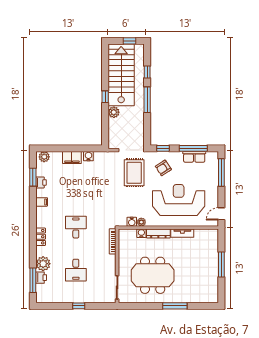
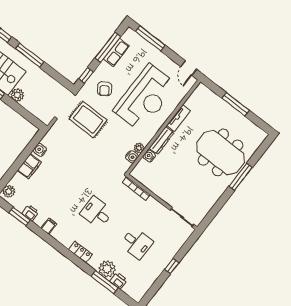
reception desk: (179, 200) -> (145, 98), turned 180
meeting table: (153, 275) -> (220, 153), moved, turned 90
window: (33, 280) -> (105, 282), moved

